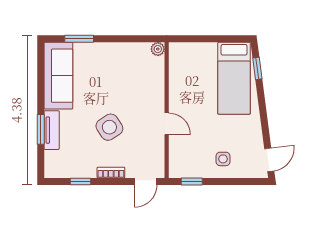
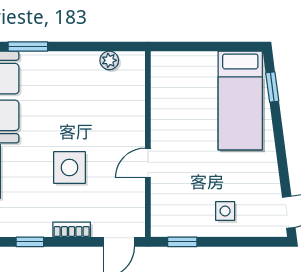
plant: (158, 49) -> (109, 60), moved
door: (167, 124) -> (148, 163), swing flipped
side table: (109, 127) -> (69, 167), turned 33

